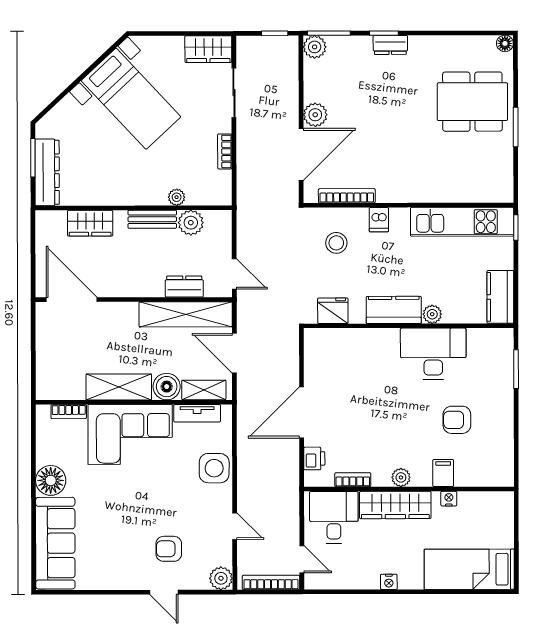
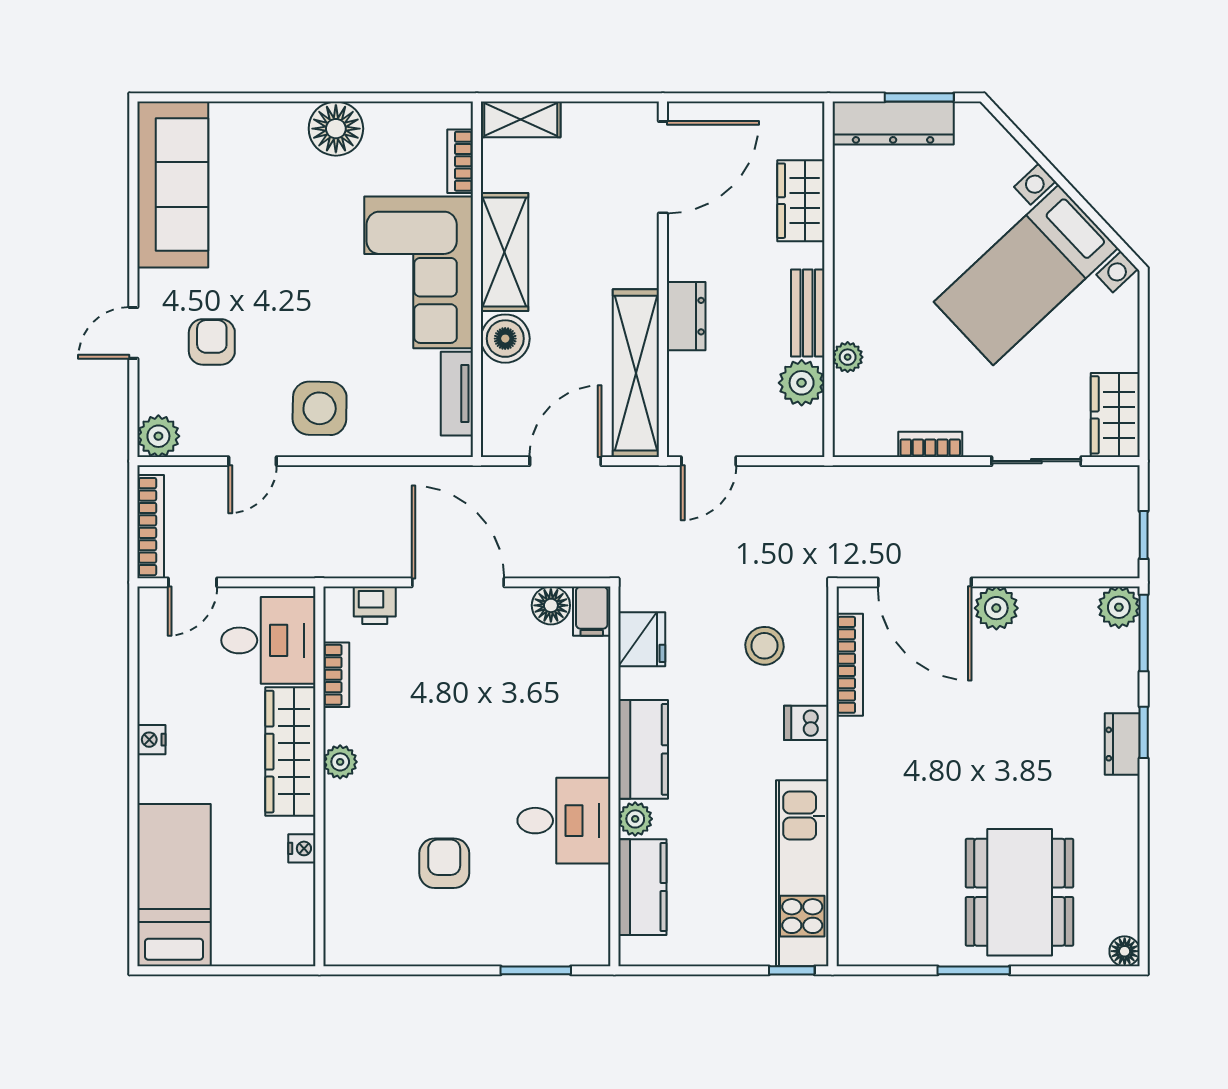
dresser: (184, 287) -> (686, 316), moved
kitchen counter: (500, 297) -> (642, 887), moved, turned 90
desk: (433, 354) -> (564, 821), width x0.73
floor lamp: (314, 361) -> (551, 605), added
shelving: (204, 390) -> (521, 119), moved, turned 90
side table: (214, 468) -> (320, 408), moved
filing cabinet: (443, 473) -> (592, 611), moved, turned 90
sofa: (55, 543) -> (173, 184), moved, turned -90

